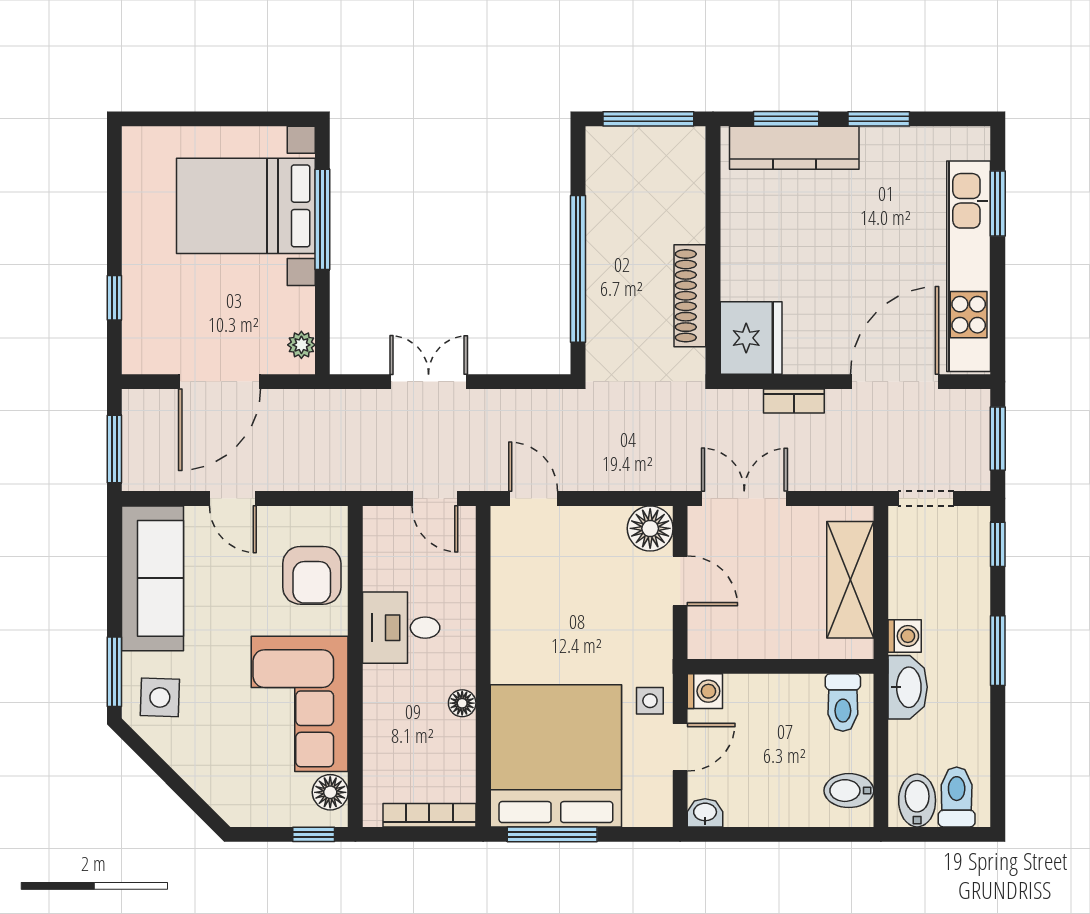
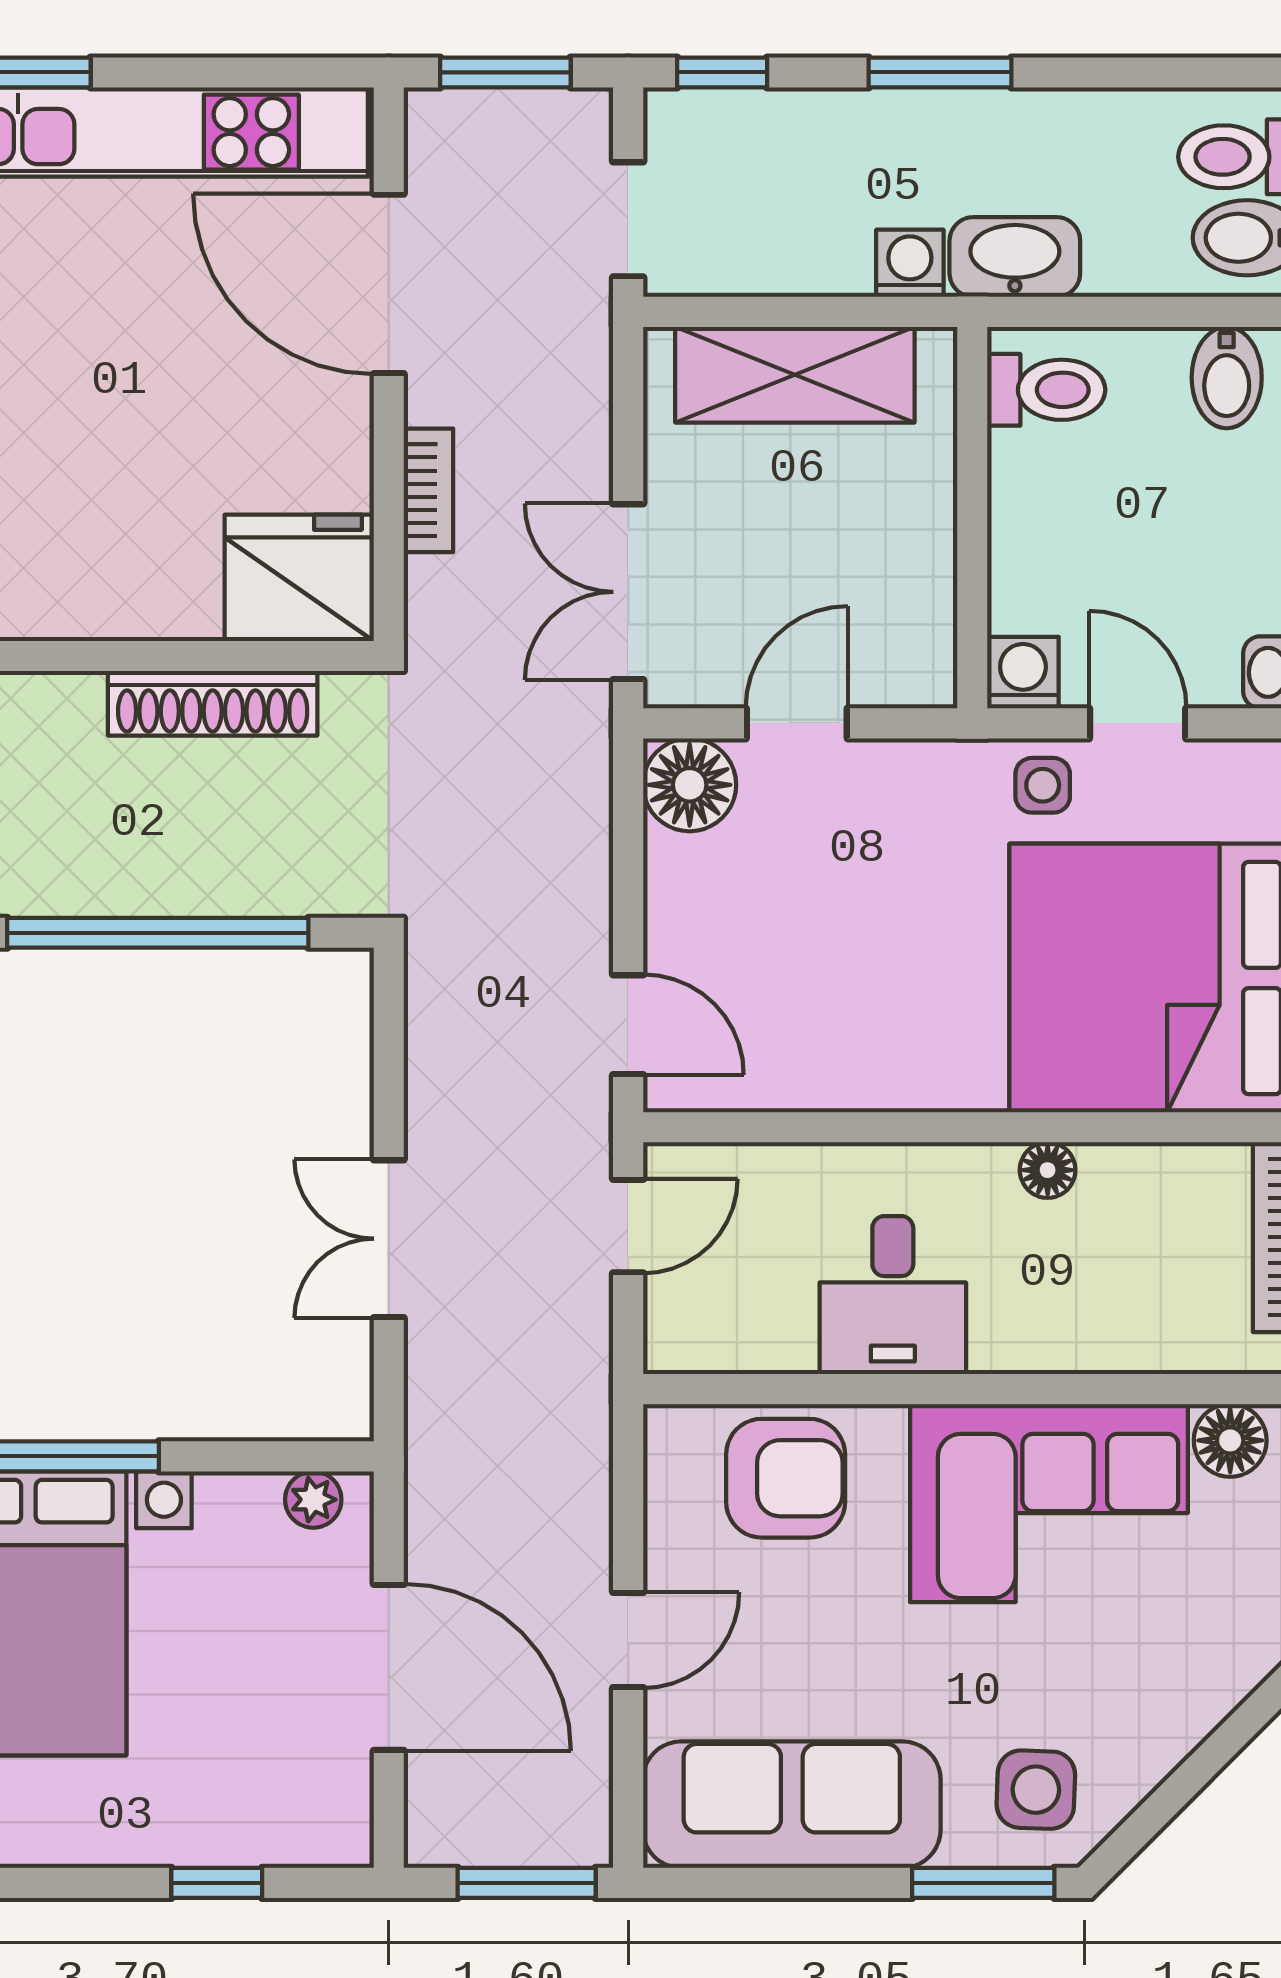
door: (533, 499) -> (628, 1025), swing flipped

